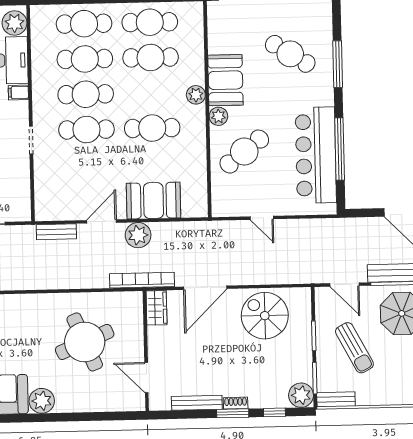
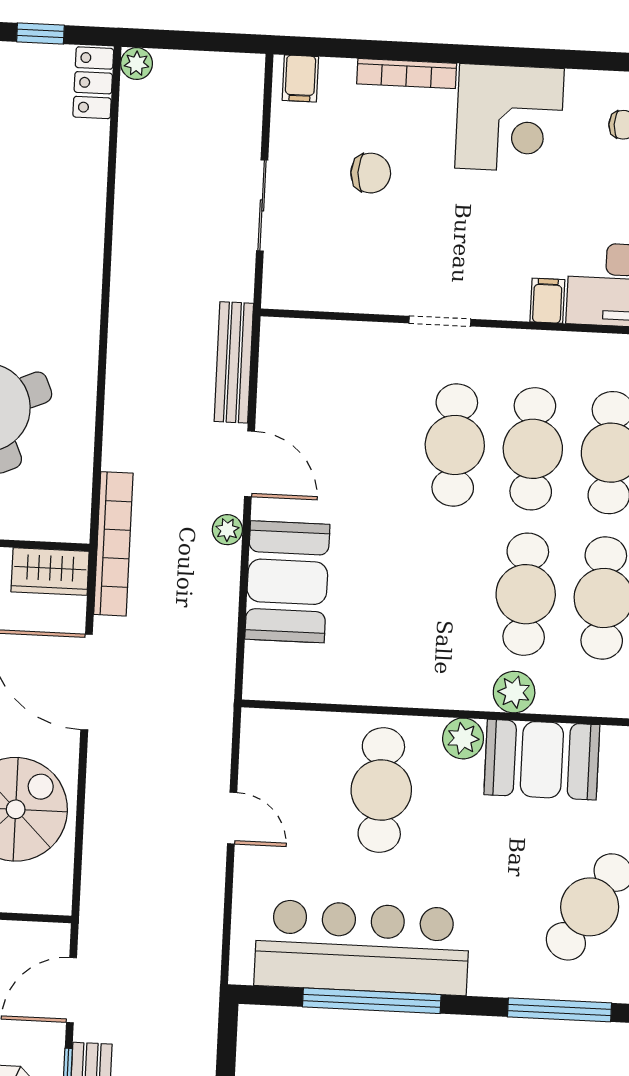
cafe table: (152, 128) -> (526, 594), moved
cafe table: (244, 152) -> (381, 790), turned 38
door: (262, 218) -> (232, 818), swing flipped
bench: (56, 232) -> (234, 362), width x1.36
plant: (138, 235) -> (227, 530), width x0.53, depth x0.53

